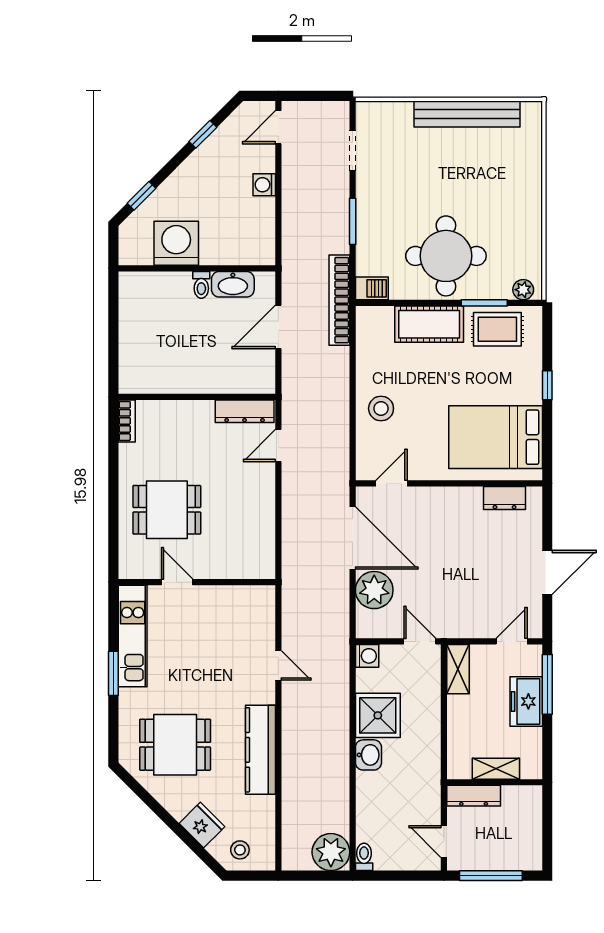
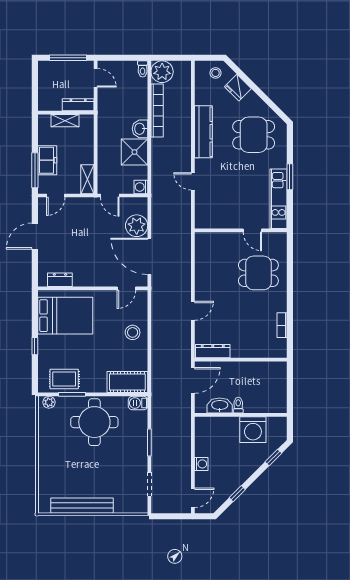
bookcase: (339, 300) -> (157, 110), moved
cot: (429, 324) -> (127, 382), moved
wall: (197, 397) -> (241, 360), moved
dresser: (245, 411) -> (213, 351), moved

